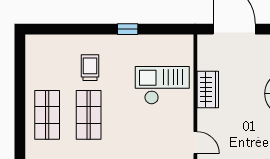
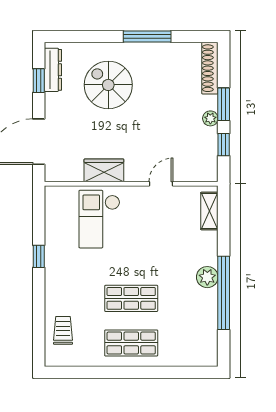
trolley: (90, 68) -> (63, 330), moved, turned 90

